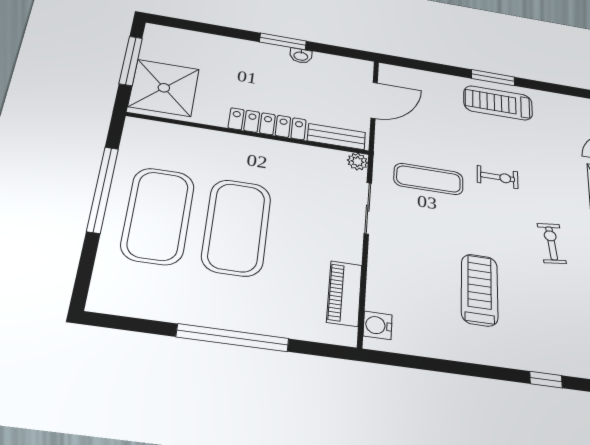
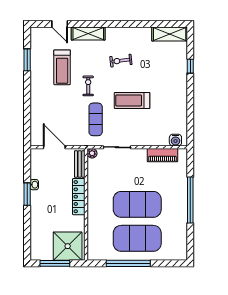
window: (493, 78) -> (27, 60), moved
treadmill: (498, 103) -> (62, 67), moved
treadmill: (480, 290) -> (132, 100), moved

